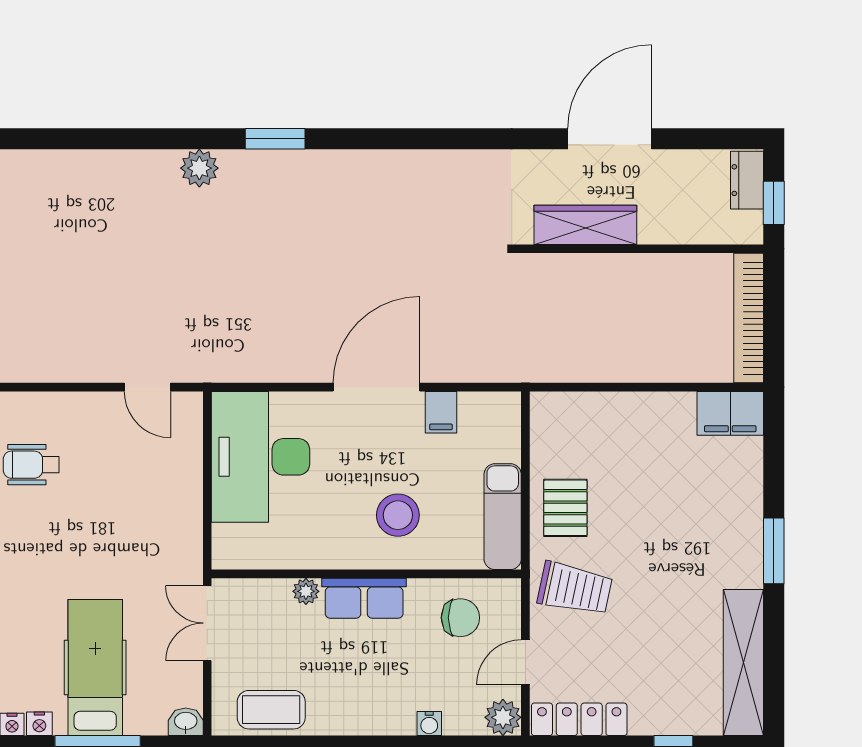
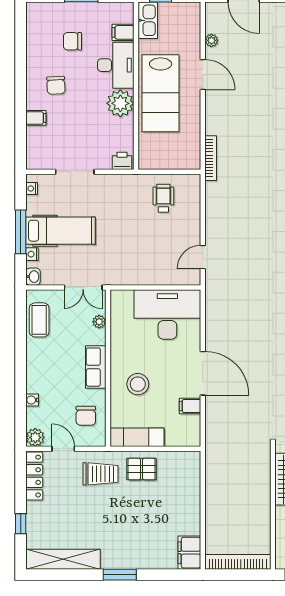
trolley: (575, 589) -> (101, 474), turned -102
plant: (306, 591) -> (99, 322), moved
double door: (207, 623) -> (83, 287), swing flipped
nightstand: (39, 724) -> (32, 254), moved

